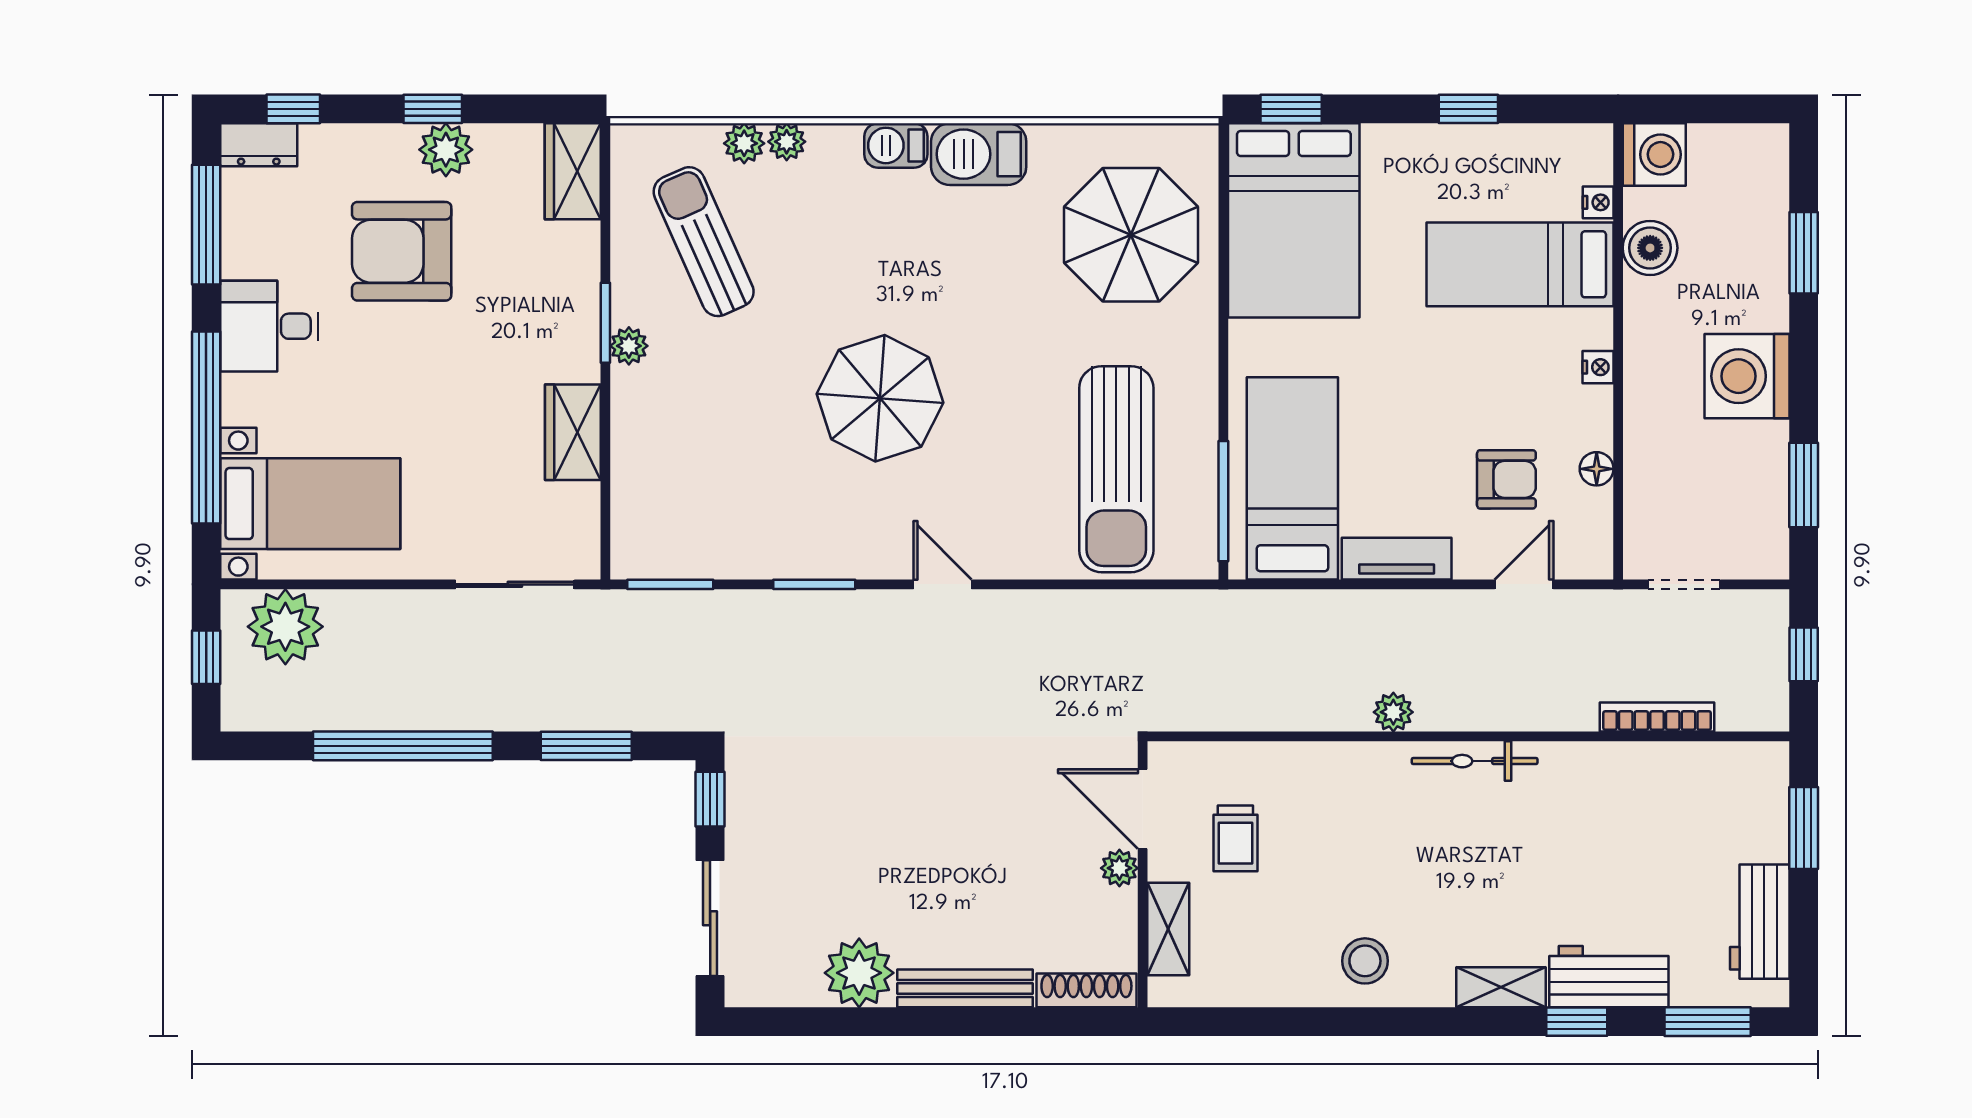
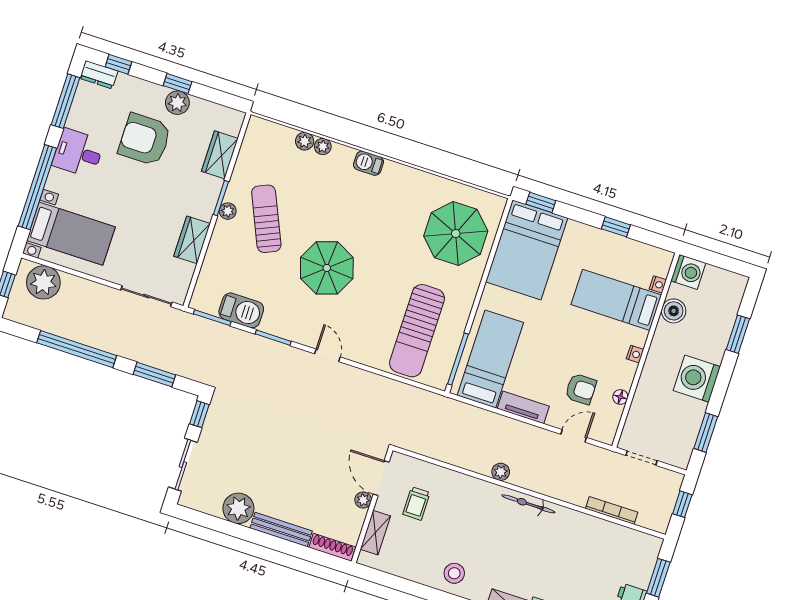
barbecue: (979, 154) -> (241, 310), moved, turned 180
wardrobe: (573, 171) -> (220, 155), moved
sun lounger: (704, 242) -> (266, 219), moved

